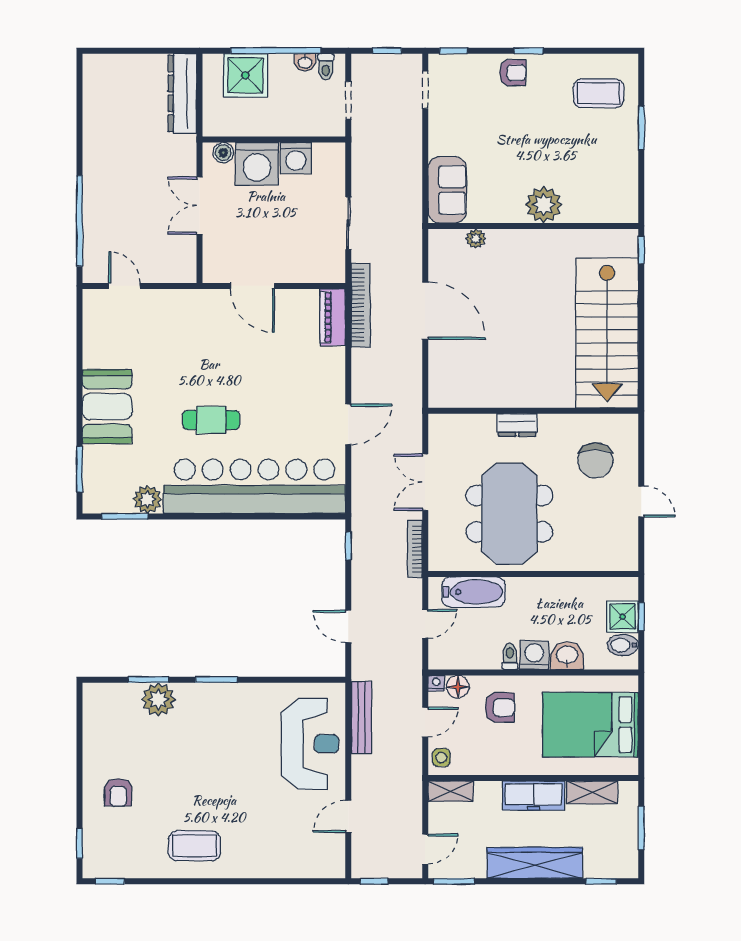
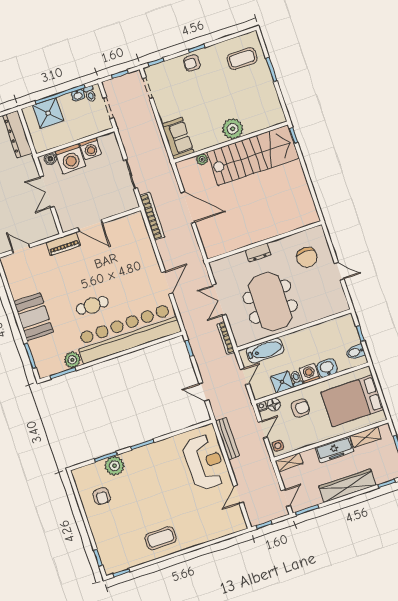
armchair: (513, 73) -> (192, 63), turned 180
piano: (333, 317) -> (63, 244), moved, turned -90
stairs: (607, 333) -> (253, 155), moved, turned -90
shower: (623, 617) -> (282, 382), moved
armchair: (118, 792) -> (102, 496), moved

